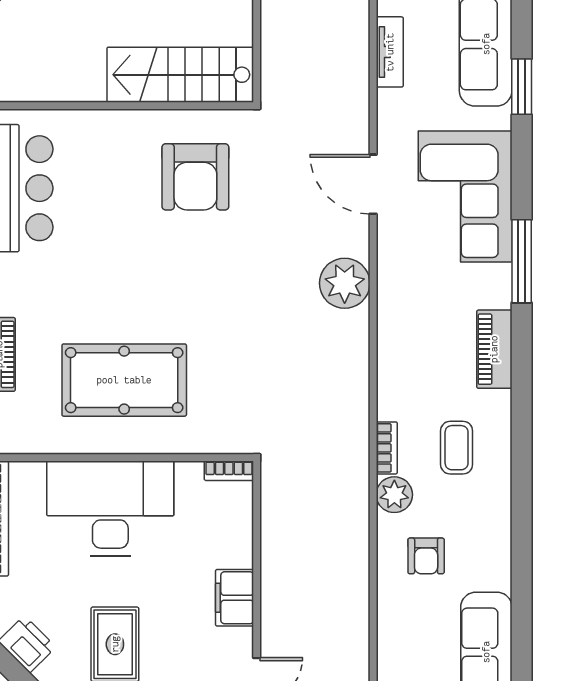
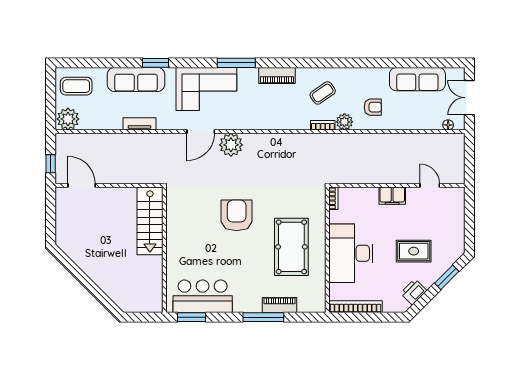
armchair: (195, 177) -> (237, 215), moved, turned -90
plant: (345, 283) -> (231, 145), moved
coffee table: (457, 448) -> (323, 93), turned -35

